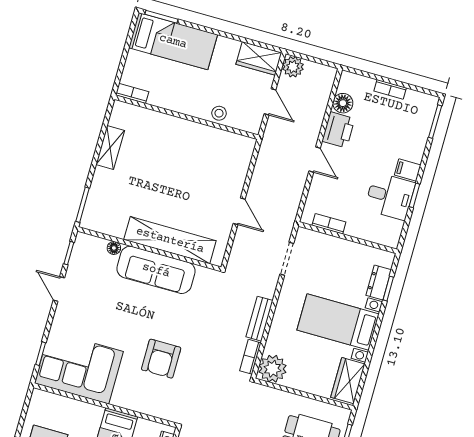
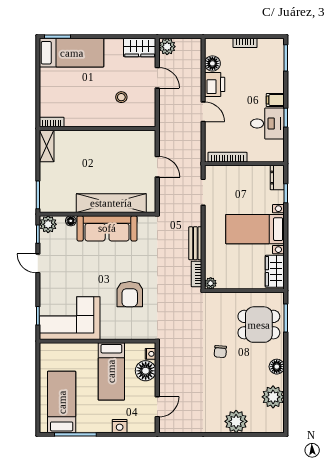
bookcase: (132, 93) -> (52, 122), moved
wall: (186, 117) -> (98, 128), moved
bookcase: (329, 224) -> (227, 157), width x1.56
plant: (85, 244) -> (48, 224), added
dresser: (379, 283) -> (277, 178), moved
plant: (272, 369) -> (211, 283), width x0.53, depth x0.53

